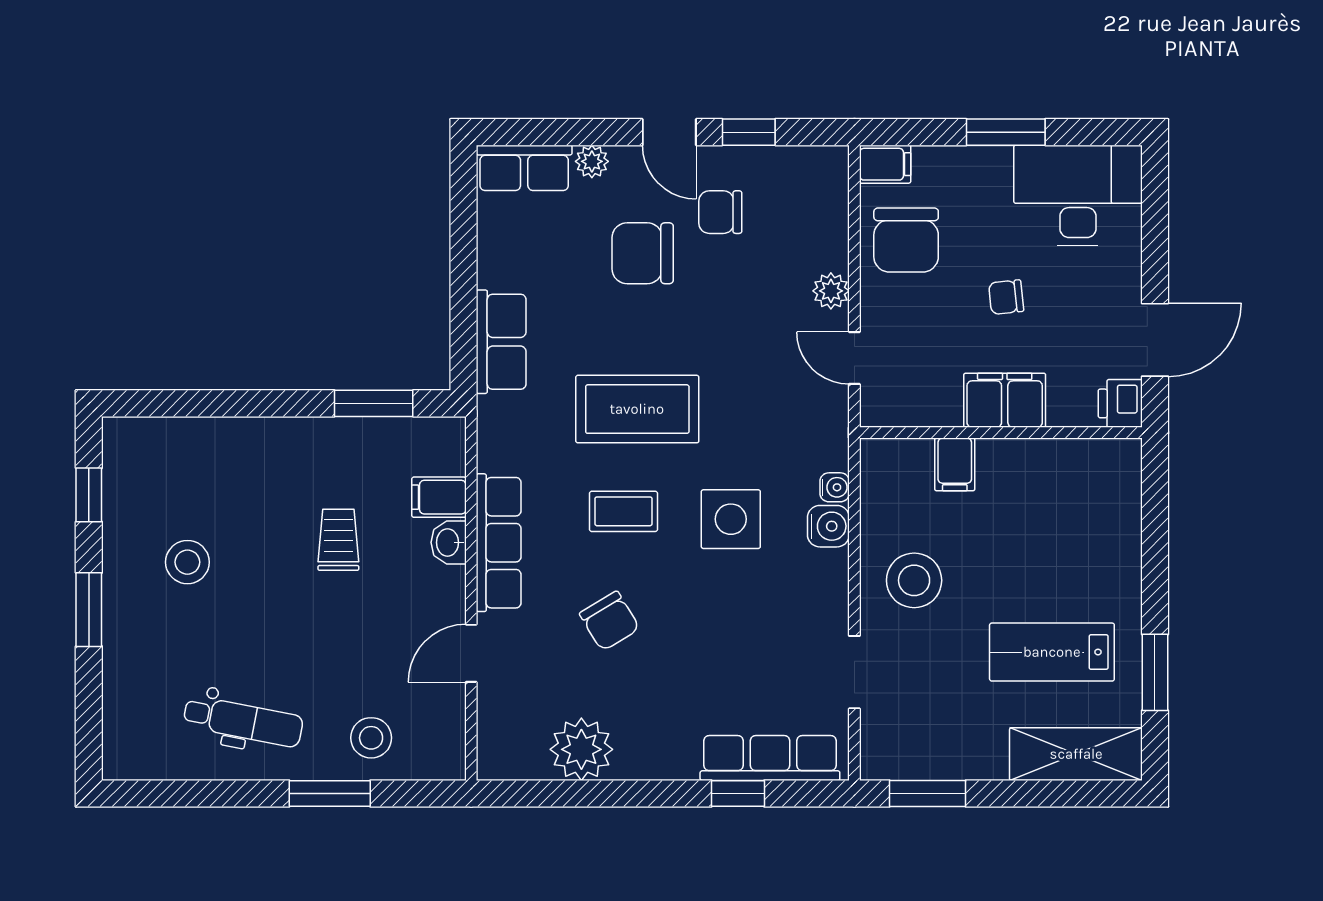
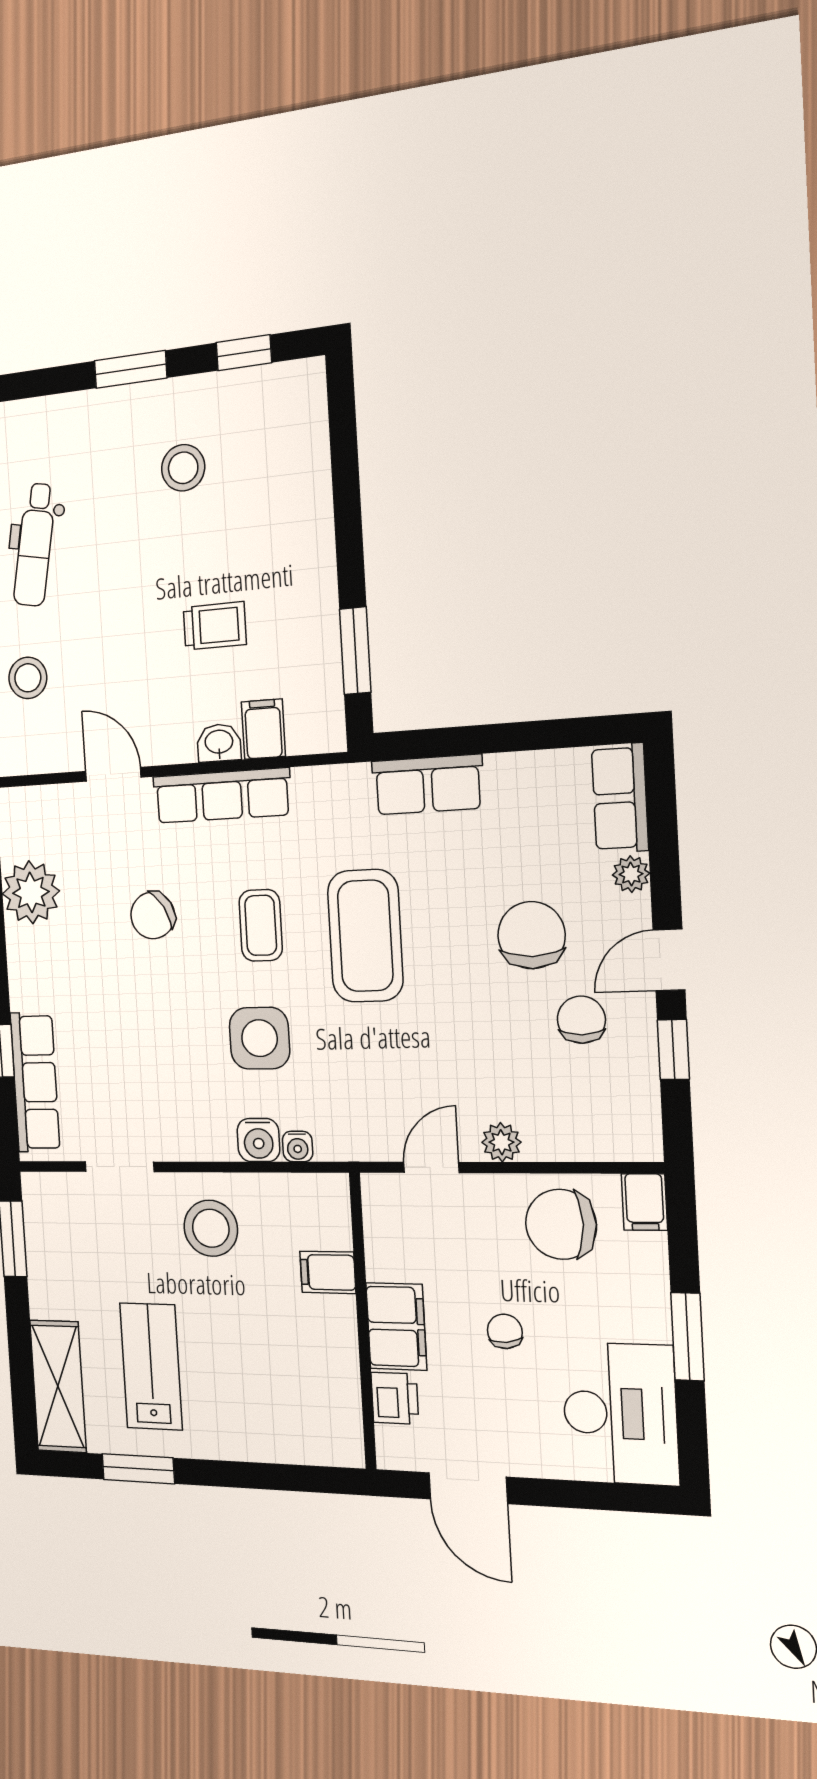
printer: (1120, 403) -> (395, 1398), moved, turned 90

